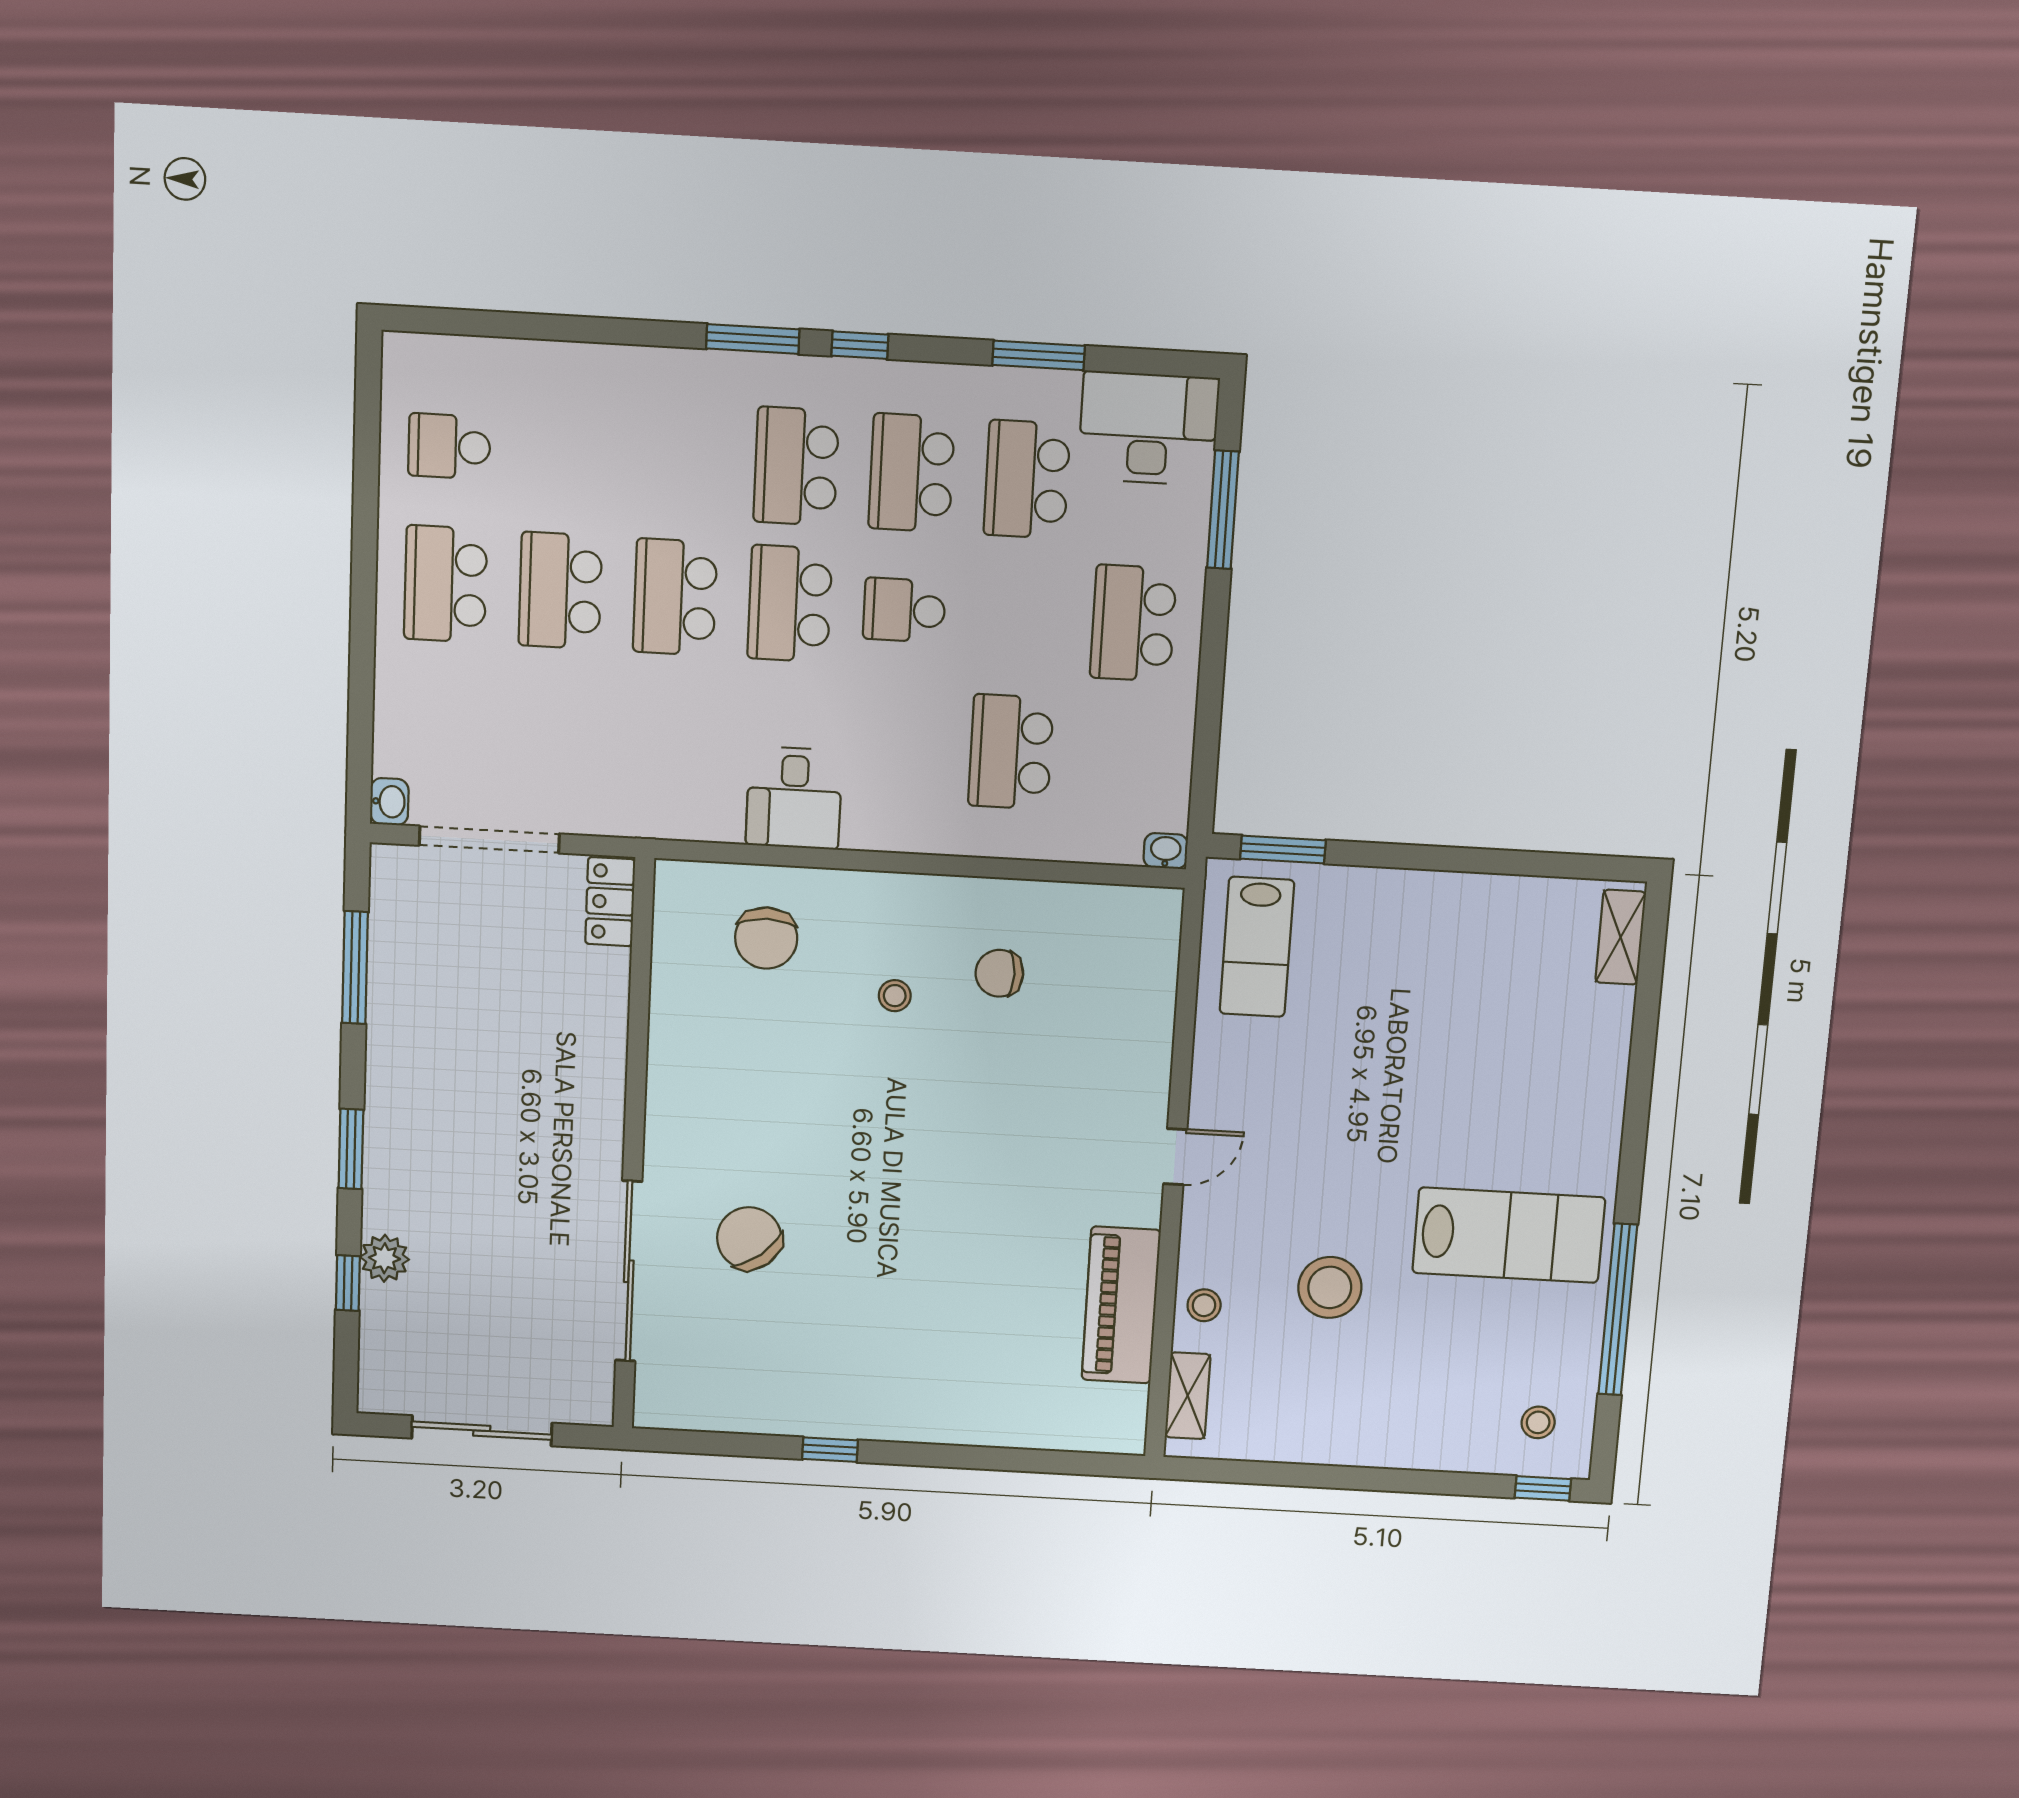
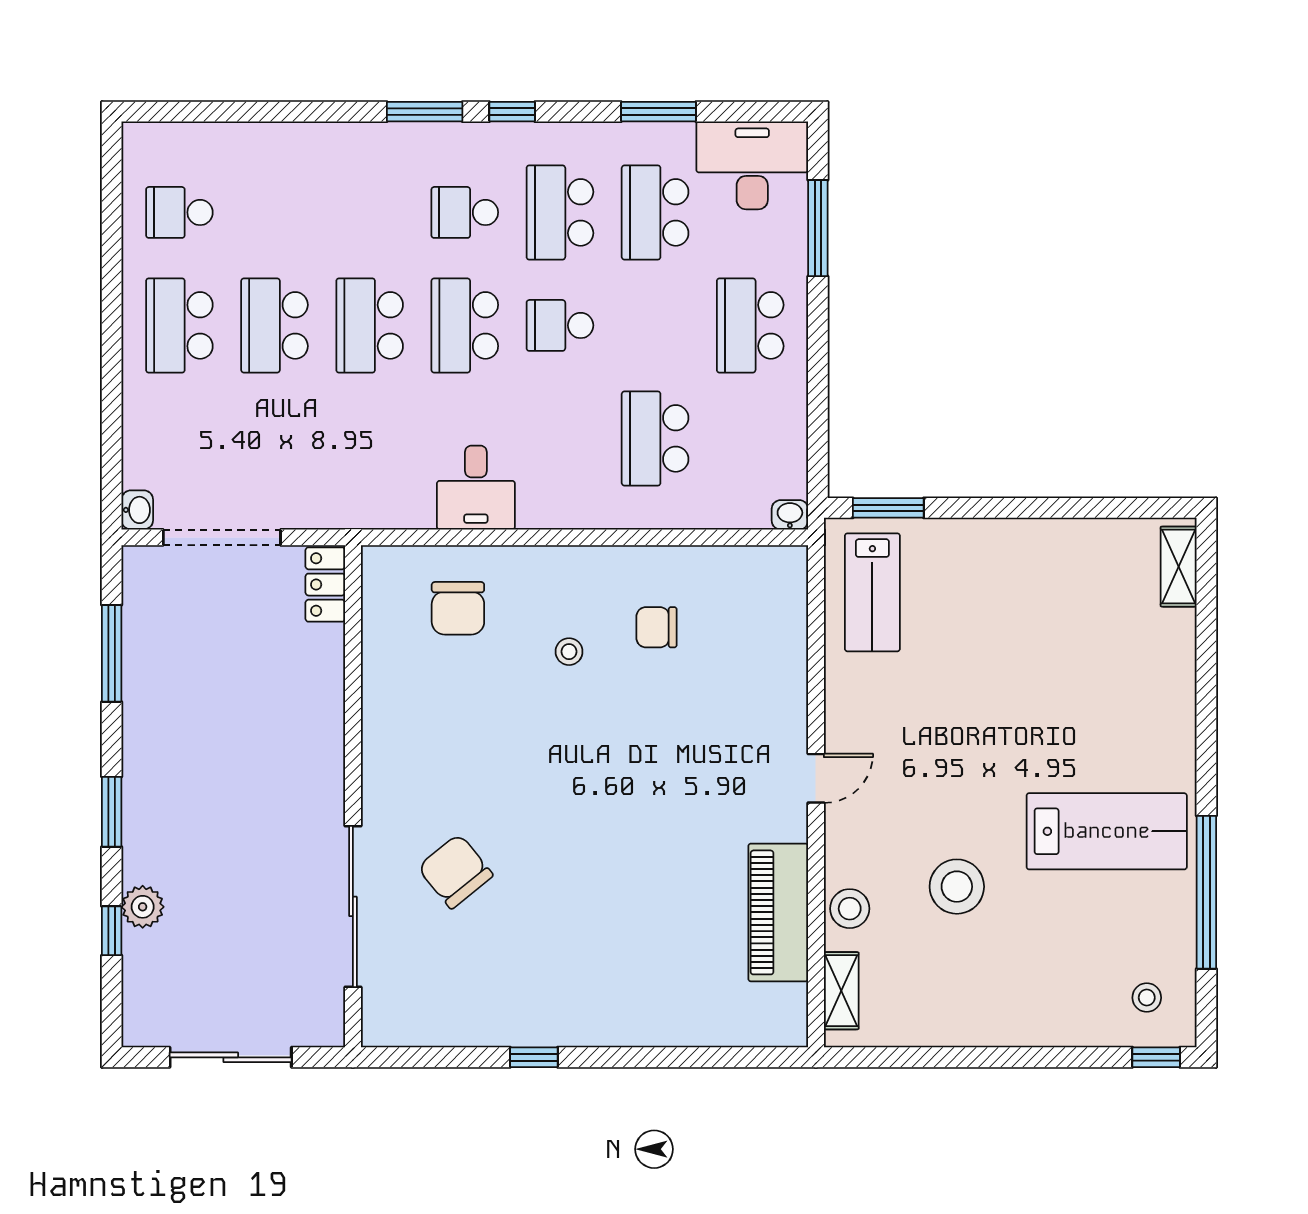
school desk: (796, 466) -> (465, 212), width x0.54
stool: (1204, 1305) -> (850, 909), width x1.37, depth x1.37

